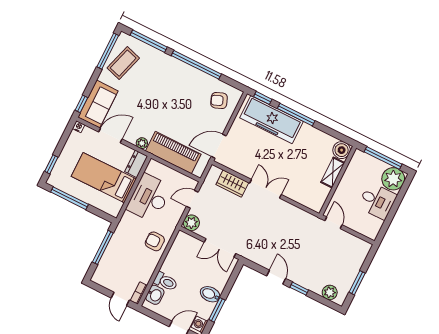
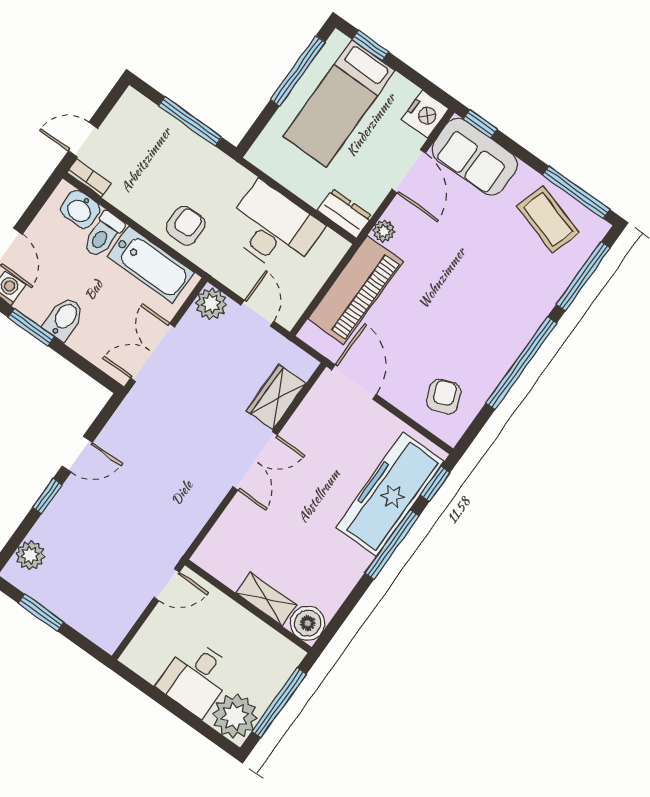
nightstand: (79, 127) -> (425, 114), width x1.89, depth x1.79
bed: (104, 178) -> (339, 103), moved, turned 180
bathtub: (177, 256) -> (151, 264), added

